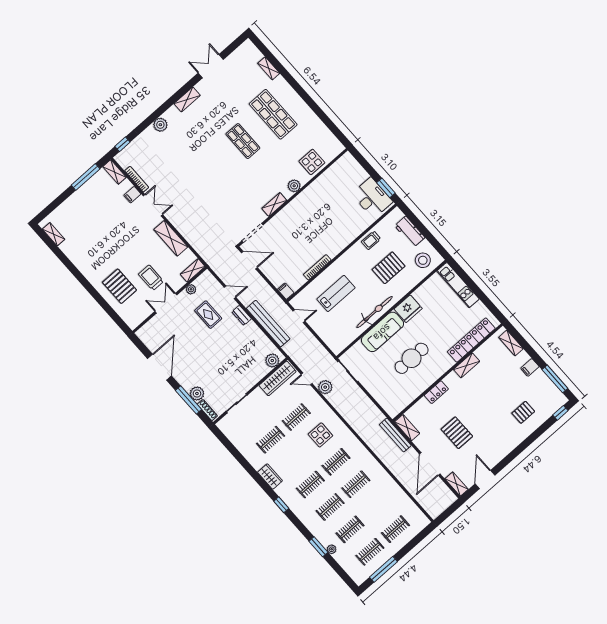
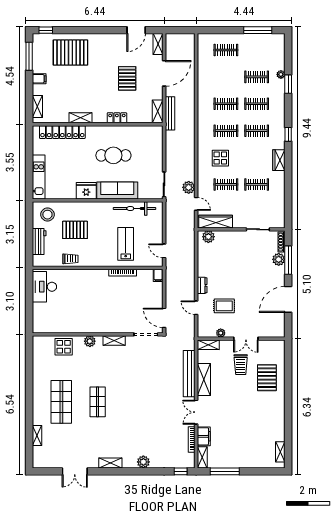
window: (386, 188) -> (29, 285), removed
filing cabinet: (132, 195) -> (204, 436), width x2.00
lab bench: (336, 293) -> (126, 244), turned 90
bicycle: (375, 312) -> (135, 208), moved
rug: (208, 315) -> (224, 306), turned 90
bench: (268, 324) -> (189, 374), moved
pallet: (523, 412) -> (70, 53), width x2.05, depth x2.00
clothes rail: (370, 552) -> (257, 50), removed

